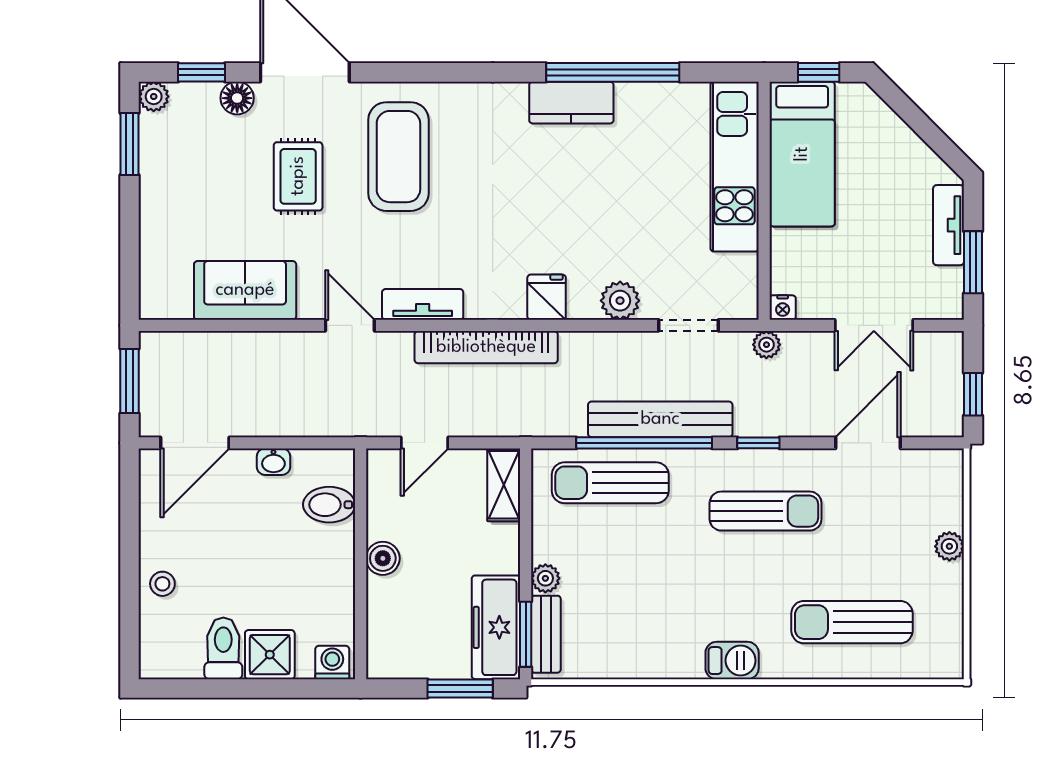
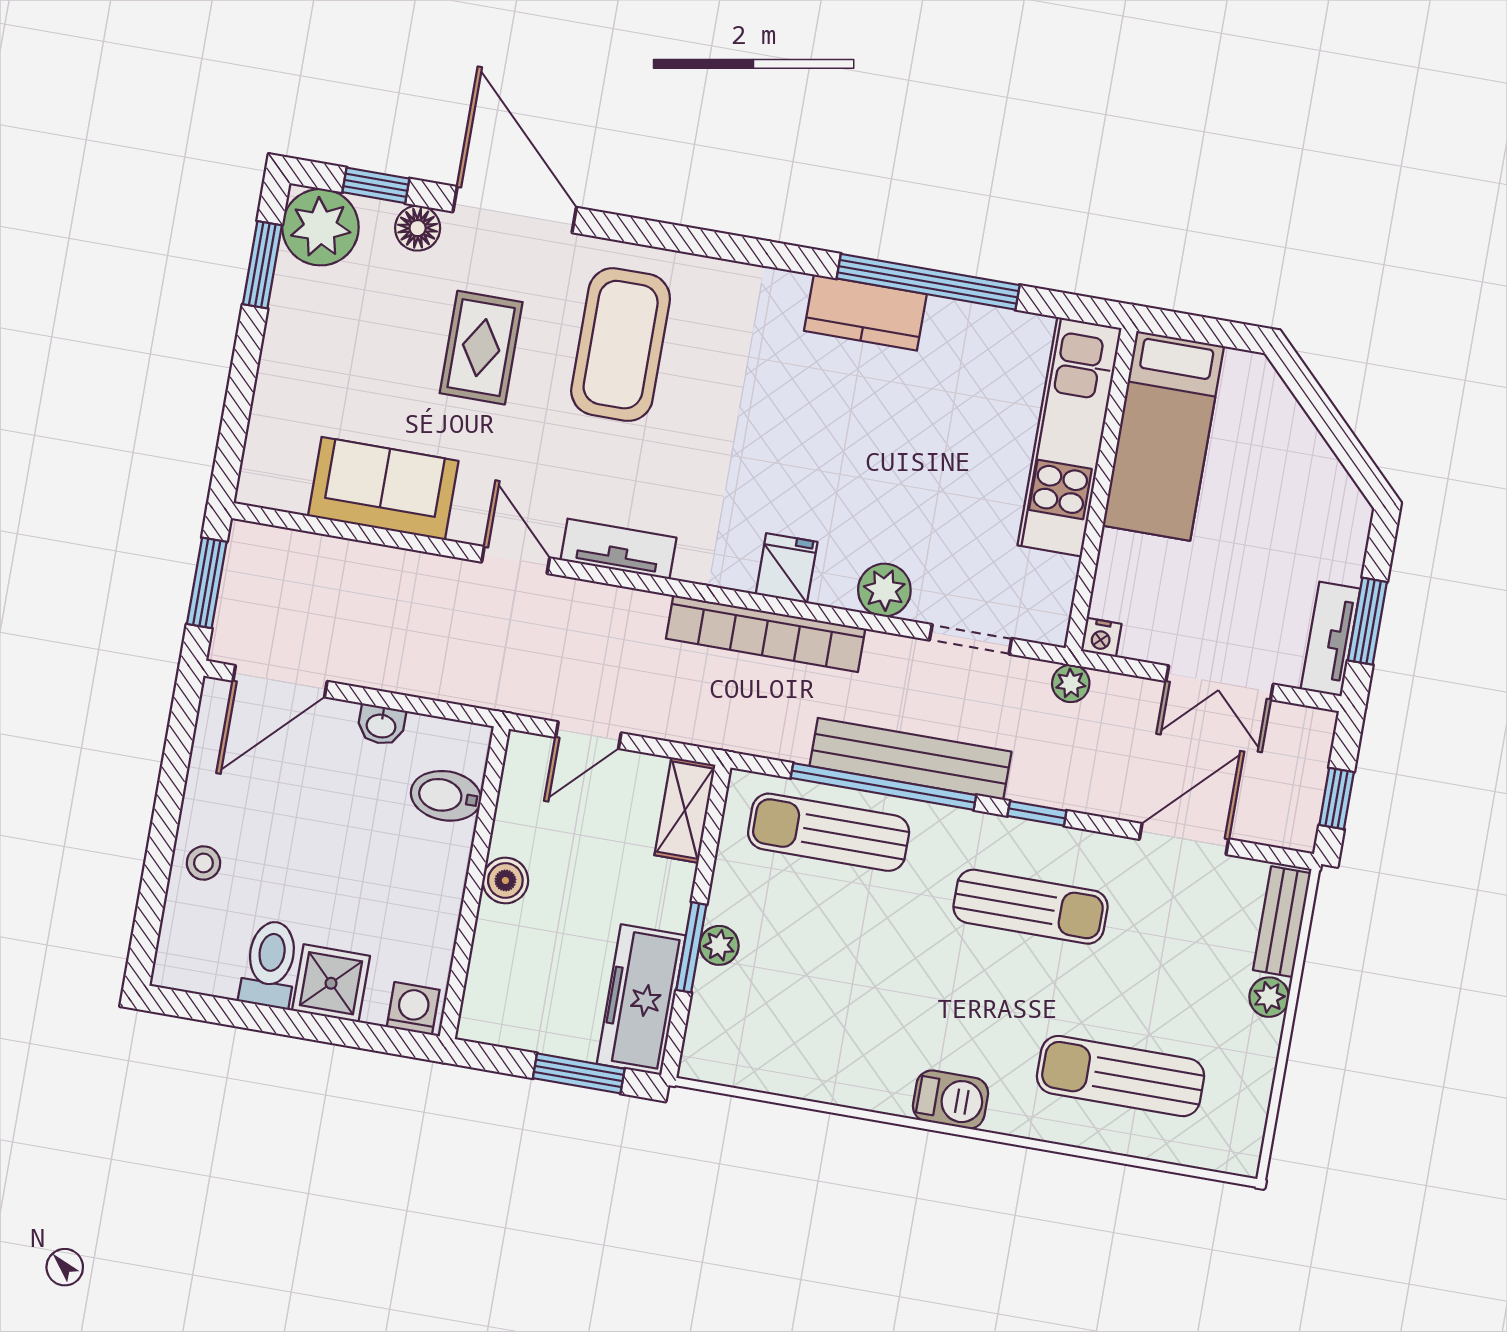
window: (819, 72) -> (1205, 330), removed
plant: (154, 97) -> (320, 227), width x1.87, depth x1.87
tv unit: (949, 225) -> (1330, 639), moved
bookcase: (486, 347) -> (766, 634), moved
window: (526, 634) -> (691, 947), moved
bench: (546, 634) -> (1282, 922), moved

